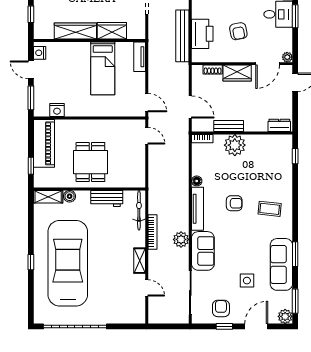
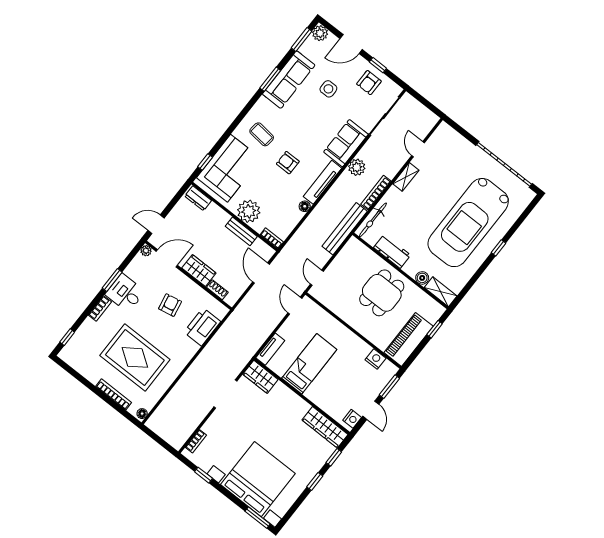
wardrobe: (75, 31) -> (325, 427), moved
wardrobe: (112, 31) -> (260, 377), moved
bench: (182, 36) -> (345, 229), moved
corner sofa: (274, 165) -> (229, 168), added

